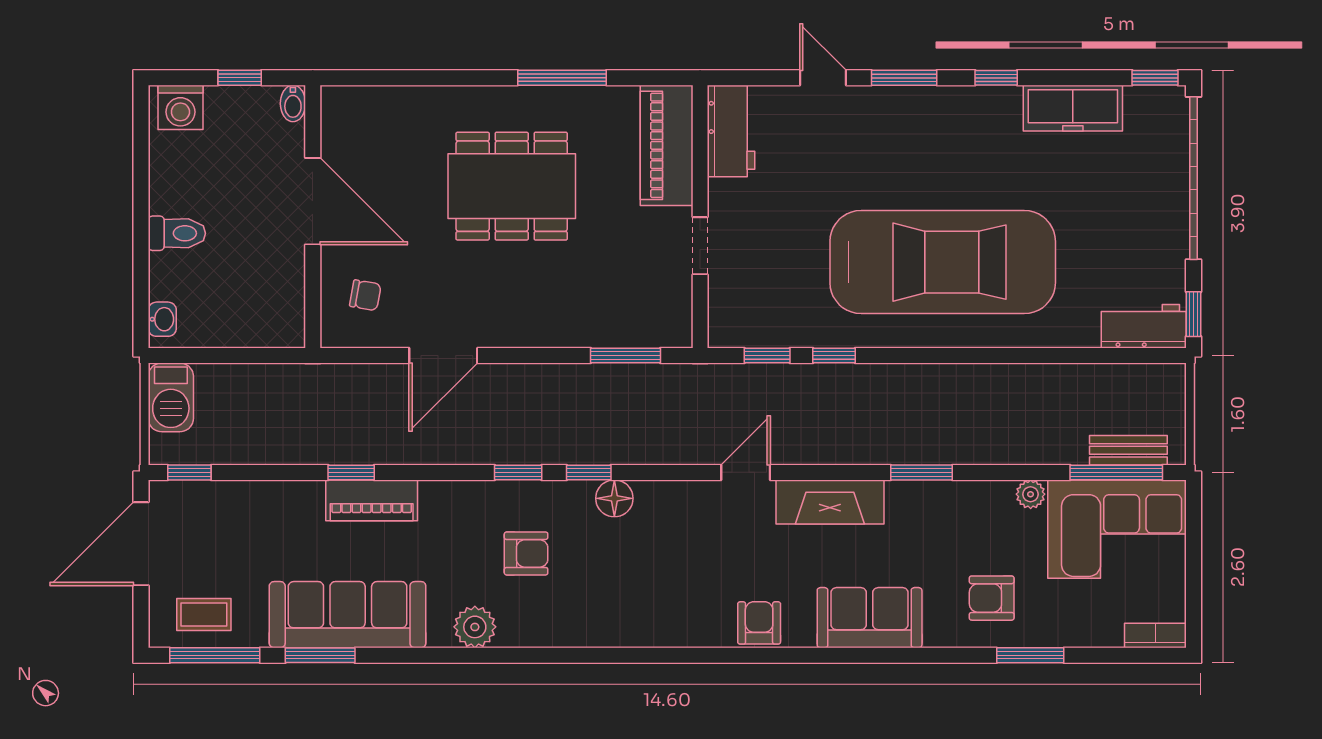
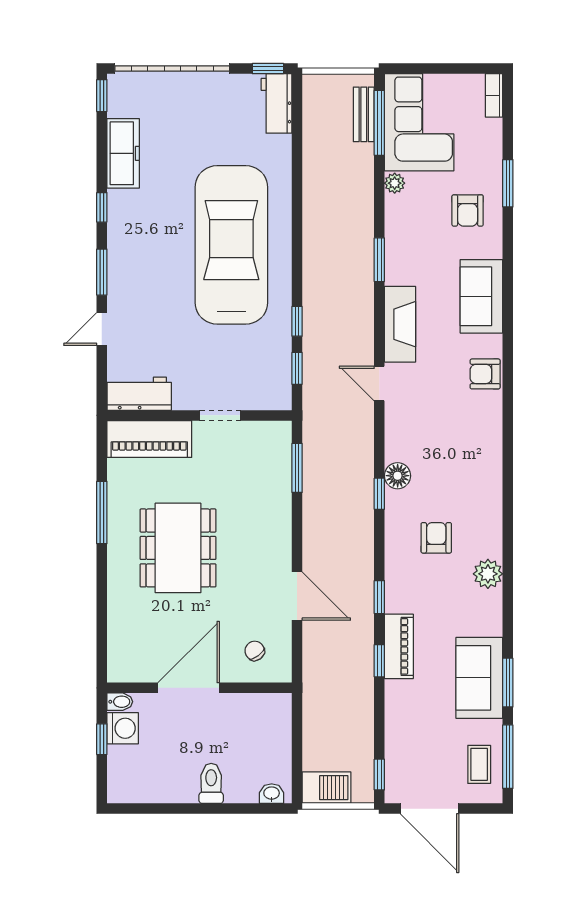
washing machine: (180, 107) -> (123, 728), moved
chair: (365, 295) -> (255, 651), turned -47
window: (518, 472) -> (379, 597), moved
sofa: (348, 615) -> (479, 678), width x0.73

